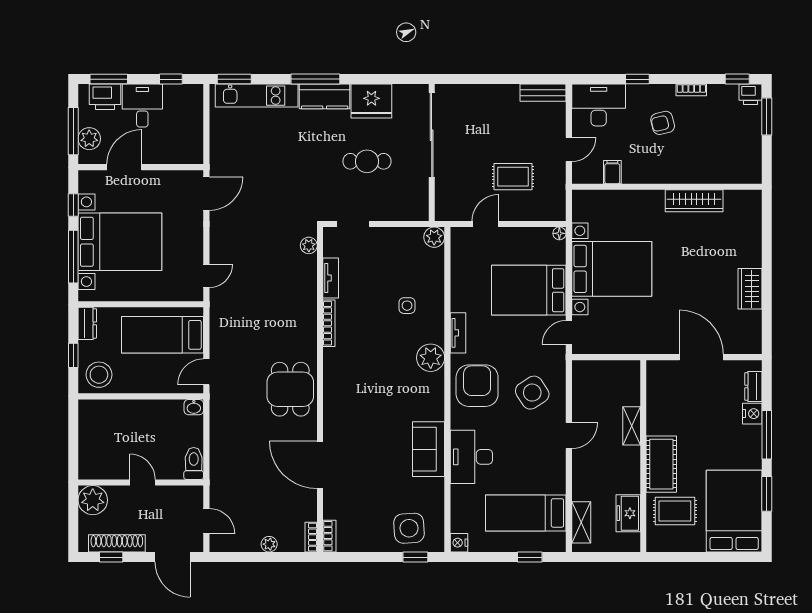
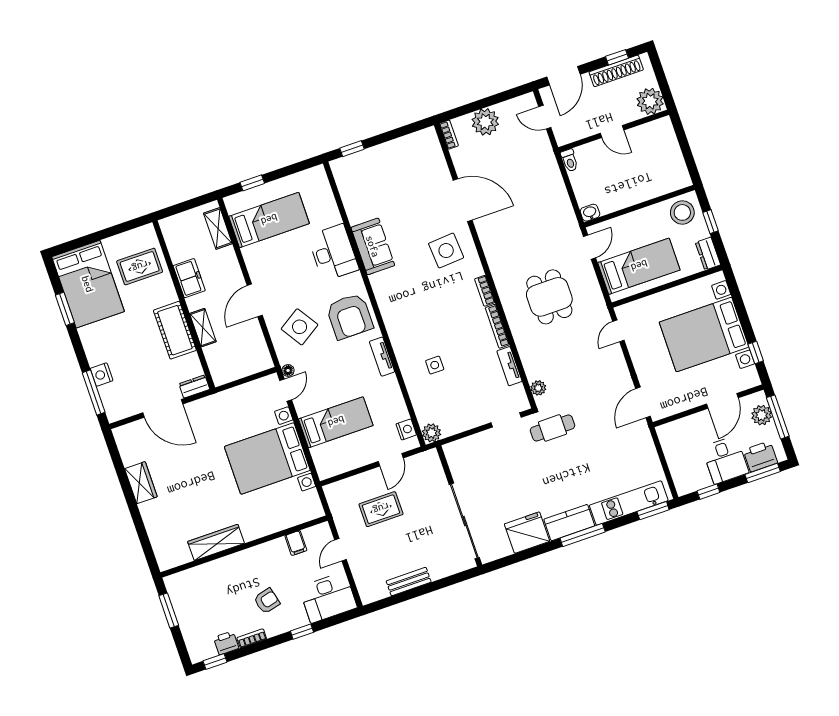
bench: (543, 93) -> (409, 582), moved
printer: (750, 94) -> (226, 643), moved
window: (767, 116) -> (169, 610), moved
cafe table: (367, 161) -> (553, 428), moved
floor lamp: (559, 233) -> (288, 370), moved
window: (73, 257) -> (740, 308), removed
bed: (529, 290) -> (336, 422), width x0.67
plant: (431, 358) -> (399, 327), removed
dresser: (753, 386) -> (194, 386), moved, turned -90
dining table: (290, 389) -> (549, 297), moved
window: (767, 435) -> (94, 392), moved
door: (569, 436) -> (255, 300), width x1.38
toilet: (194, 464) -> (569, 160), width x0.73, depth x0.72
cot: (661, 464) -> (175, 330), moved
freezer: (628, 513) -> (189, 278), moved
side table: (409, 528) -> (446, 251), moved
bookcase: (329, 536) -> (485, 291), moved
nightstand: (459, 543) -> (406, 429), moved
plant: (269, 544) -> (485, 122), width x1.87, depth x1.87
door: (173, 557) -> (564, 76), swing flipped

